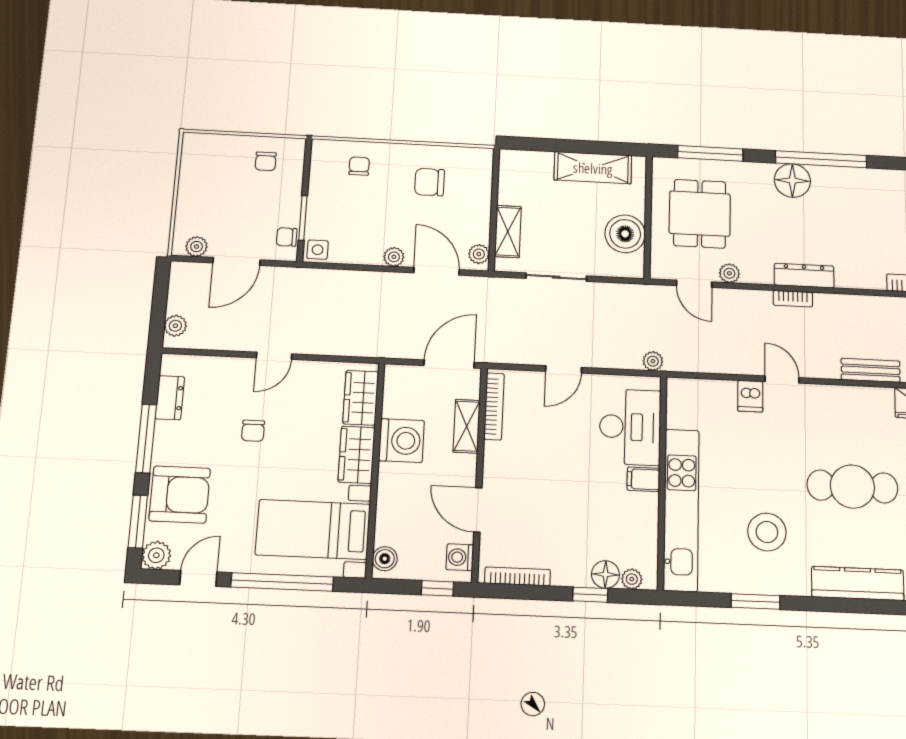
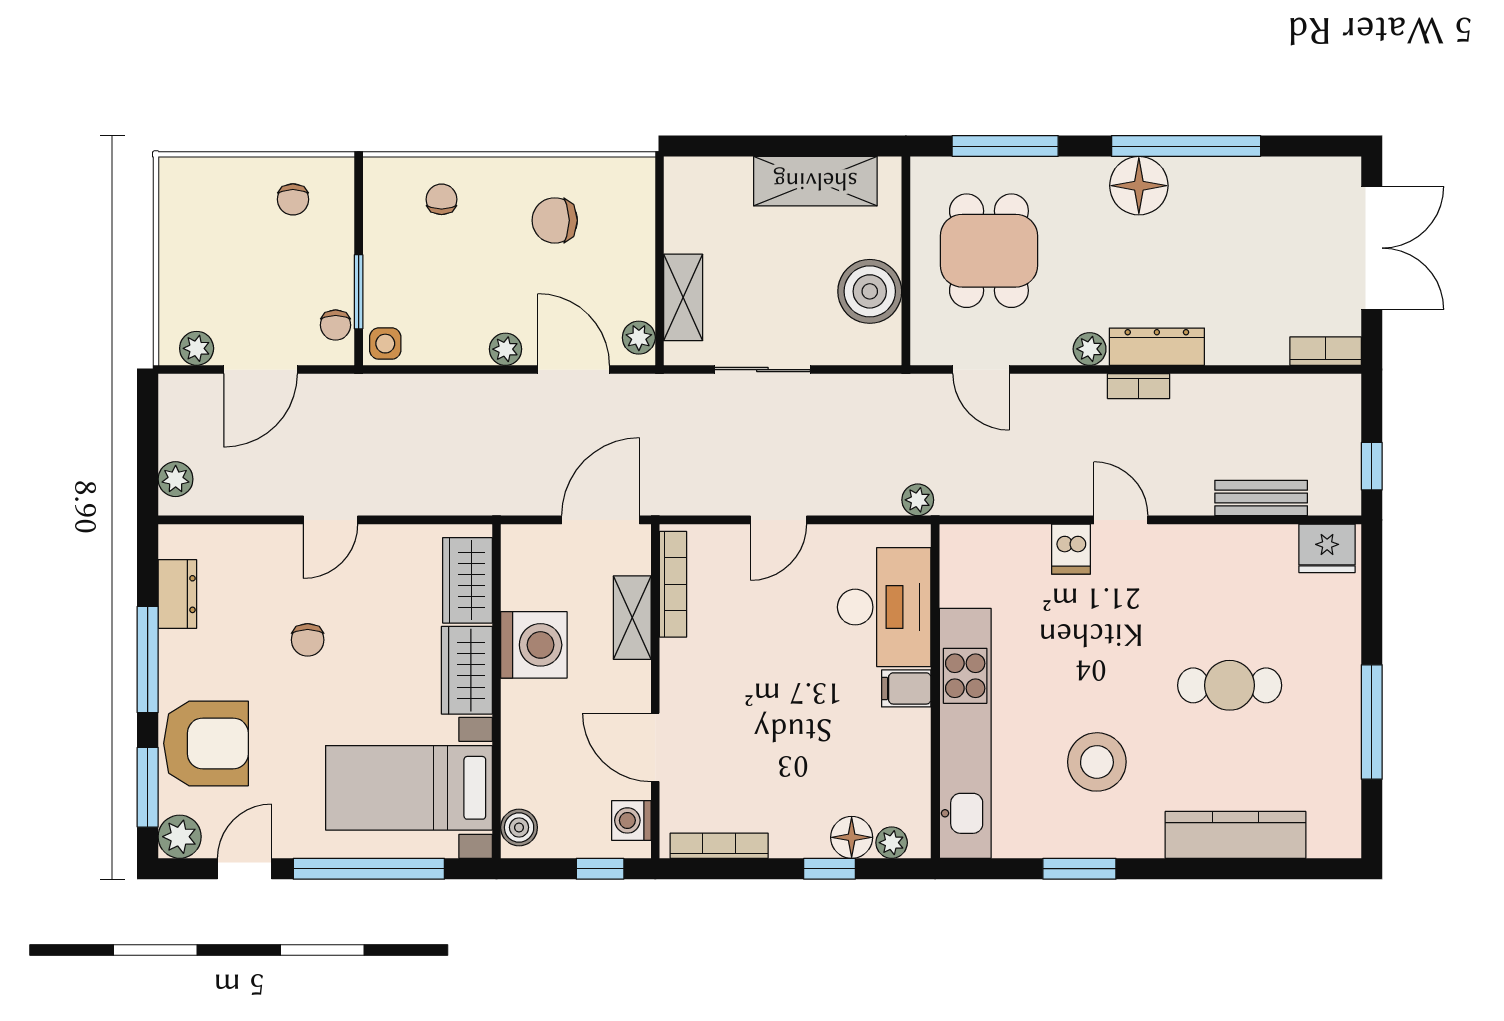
chair: (287, 237) -> (336, 325), turned -90
plant: (729, 273) -> (1090, 349), moved
cafe table: (852, 486) -> (1230, 685), width x0.73, depth x0.74

